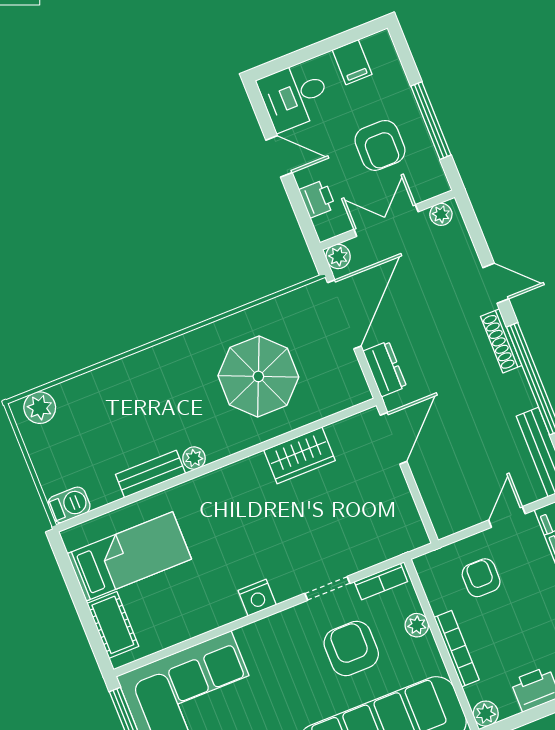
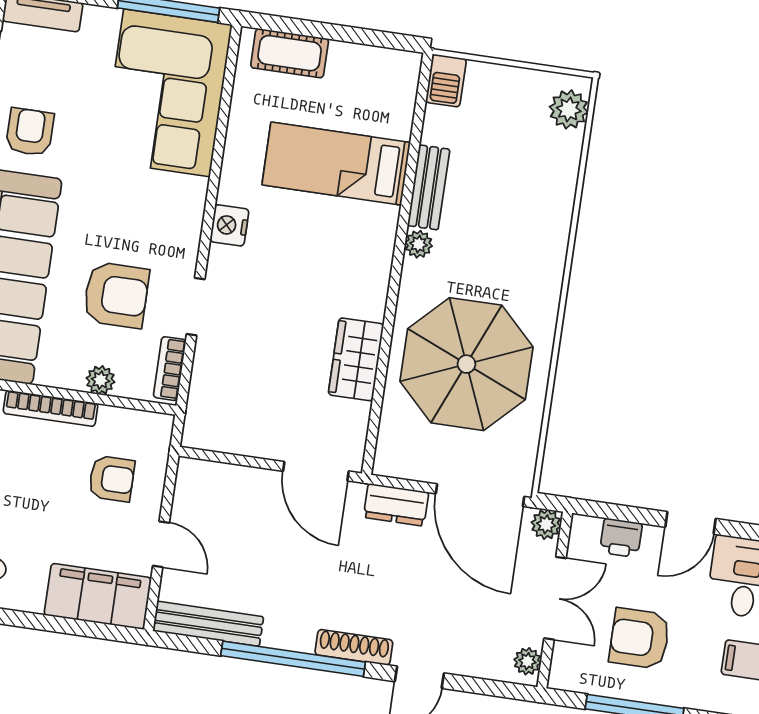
parasol: (258, 376) -> (466, 364), width x1.36, depth x1.36
bed: (129, 556) -> (336, 164), moved, turned 90

